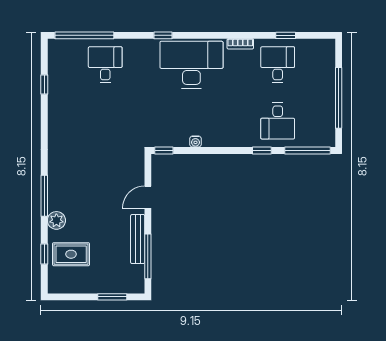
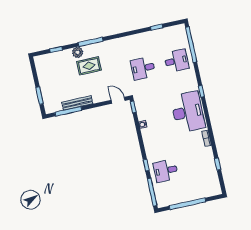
desk: (278, 65) -> (143, 68), moved, turned 180
door: (148, 197) -> (118, 100), moved
rug: (71, 254) -> (89, 66), moved, turned 90

